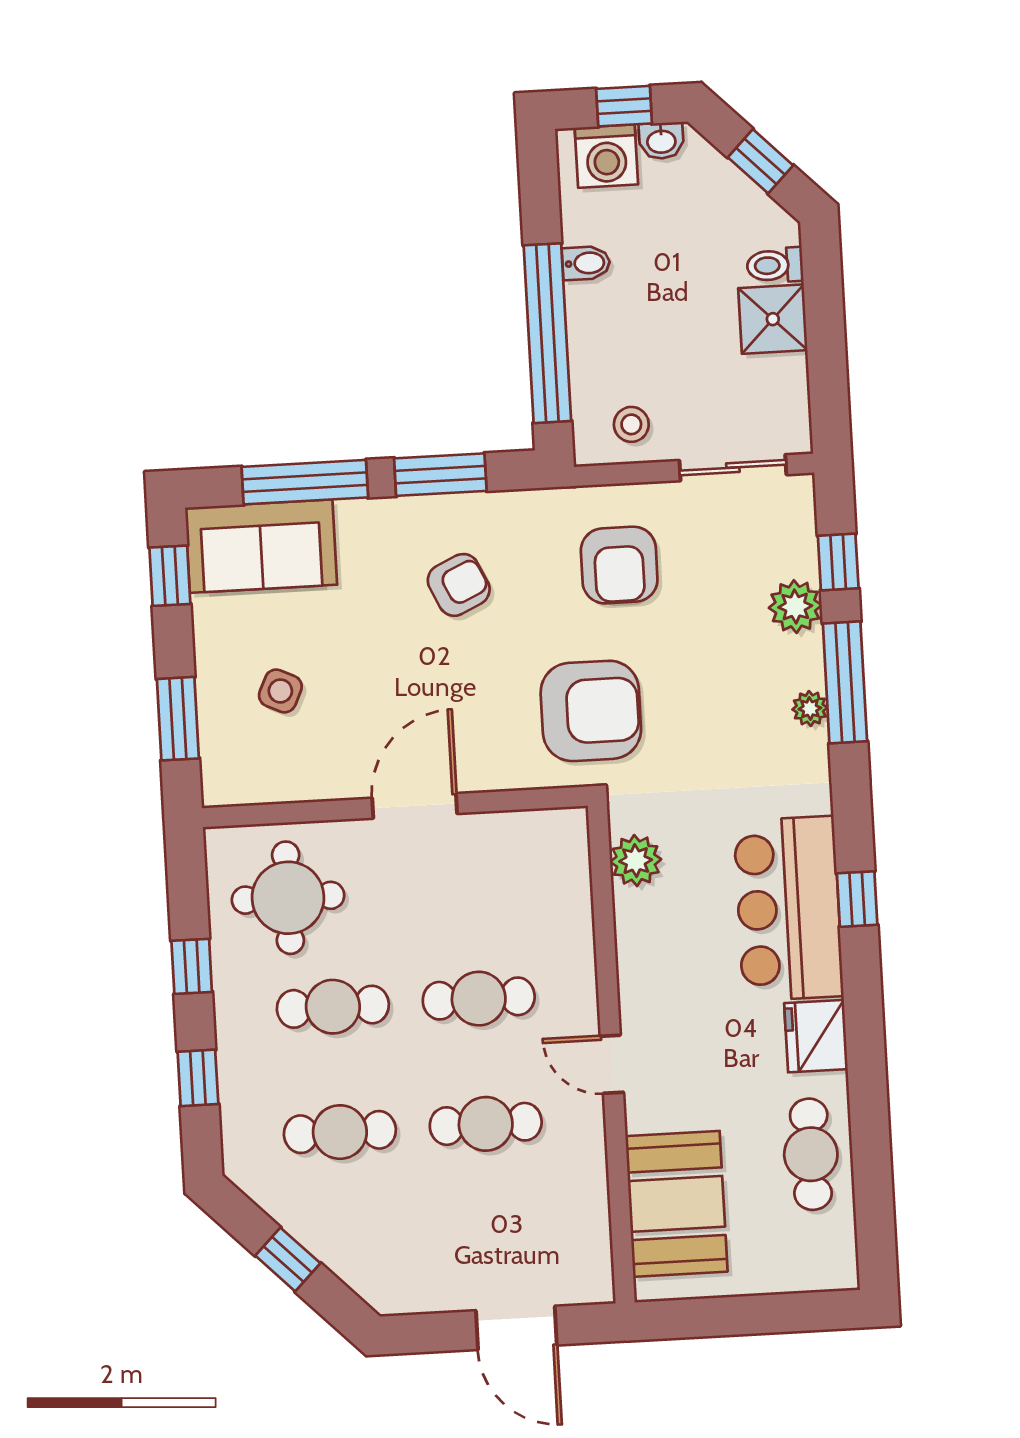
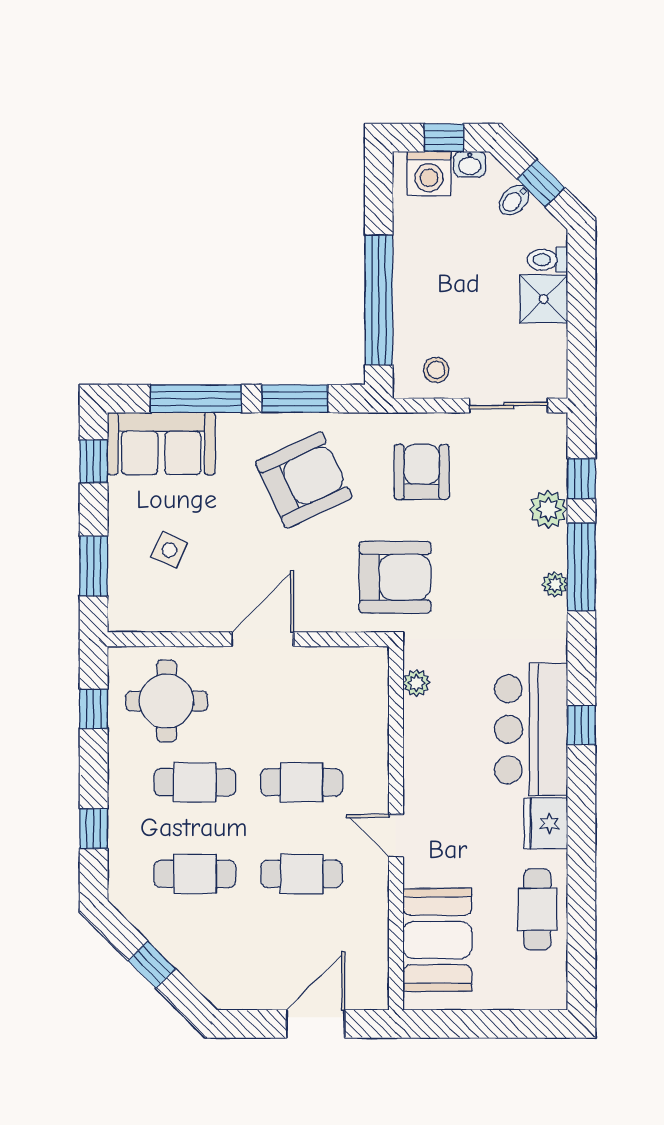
bidet: (586, 263) -> (514, 200), moved, turned 135
armchair: (619, 565) -> (422, 472), turned 180
armchair: (459, 585) -> (304, 480), width x1.88, depth x1.88
plant: (636, 861) -> (416, 683), width x0.73, depth x0.73
window: (192, 966) -> (94, 709), moved
door: (516, 1328) -> (316, 1024), swing flipped

